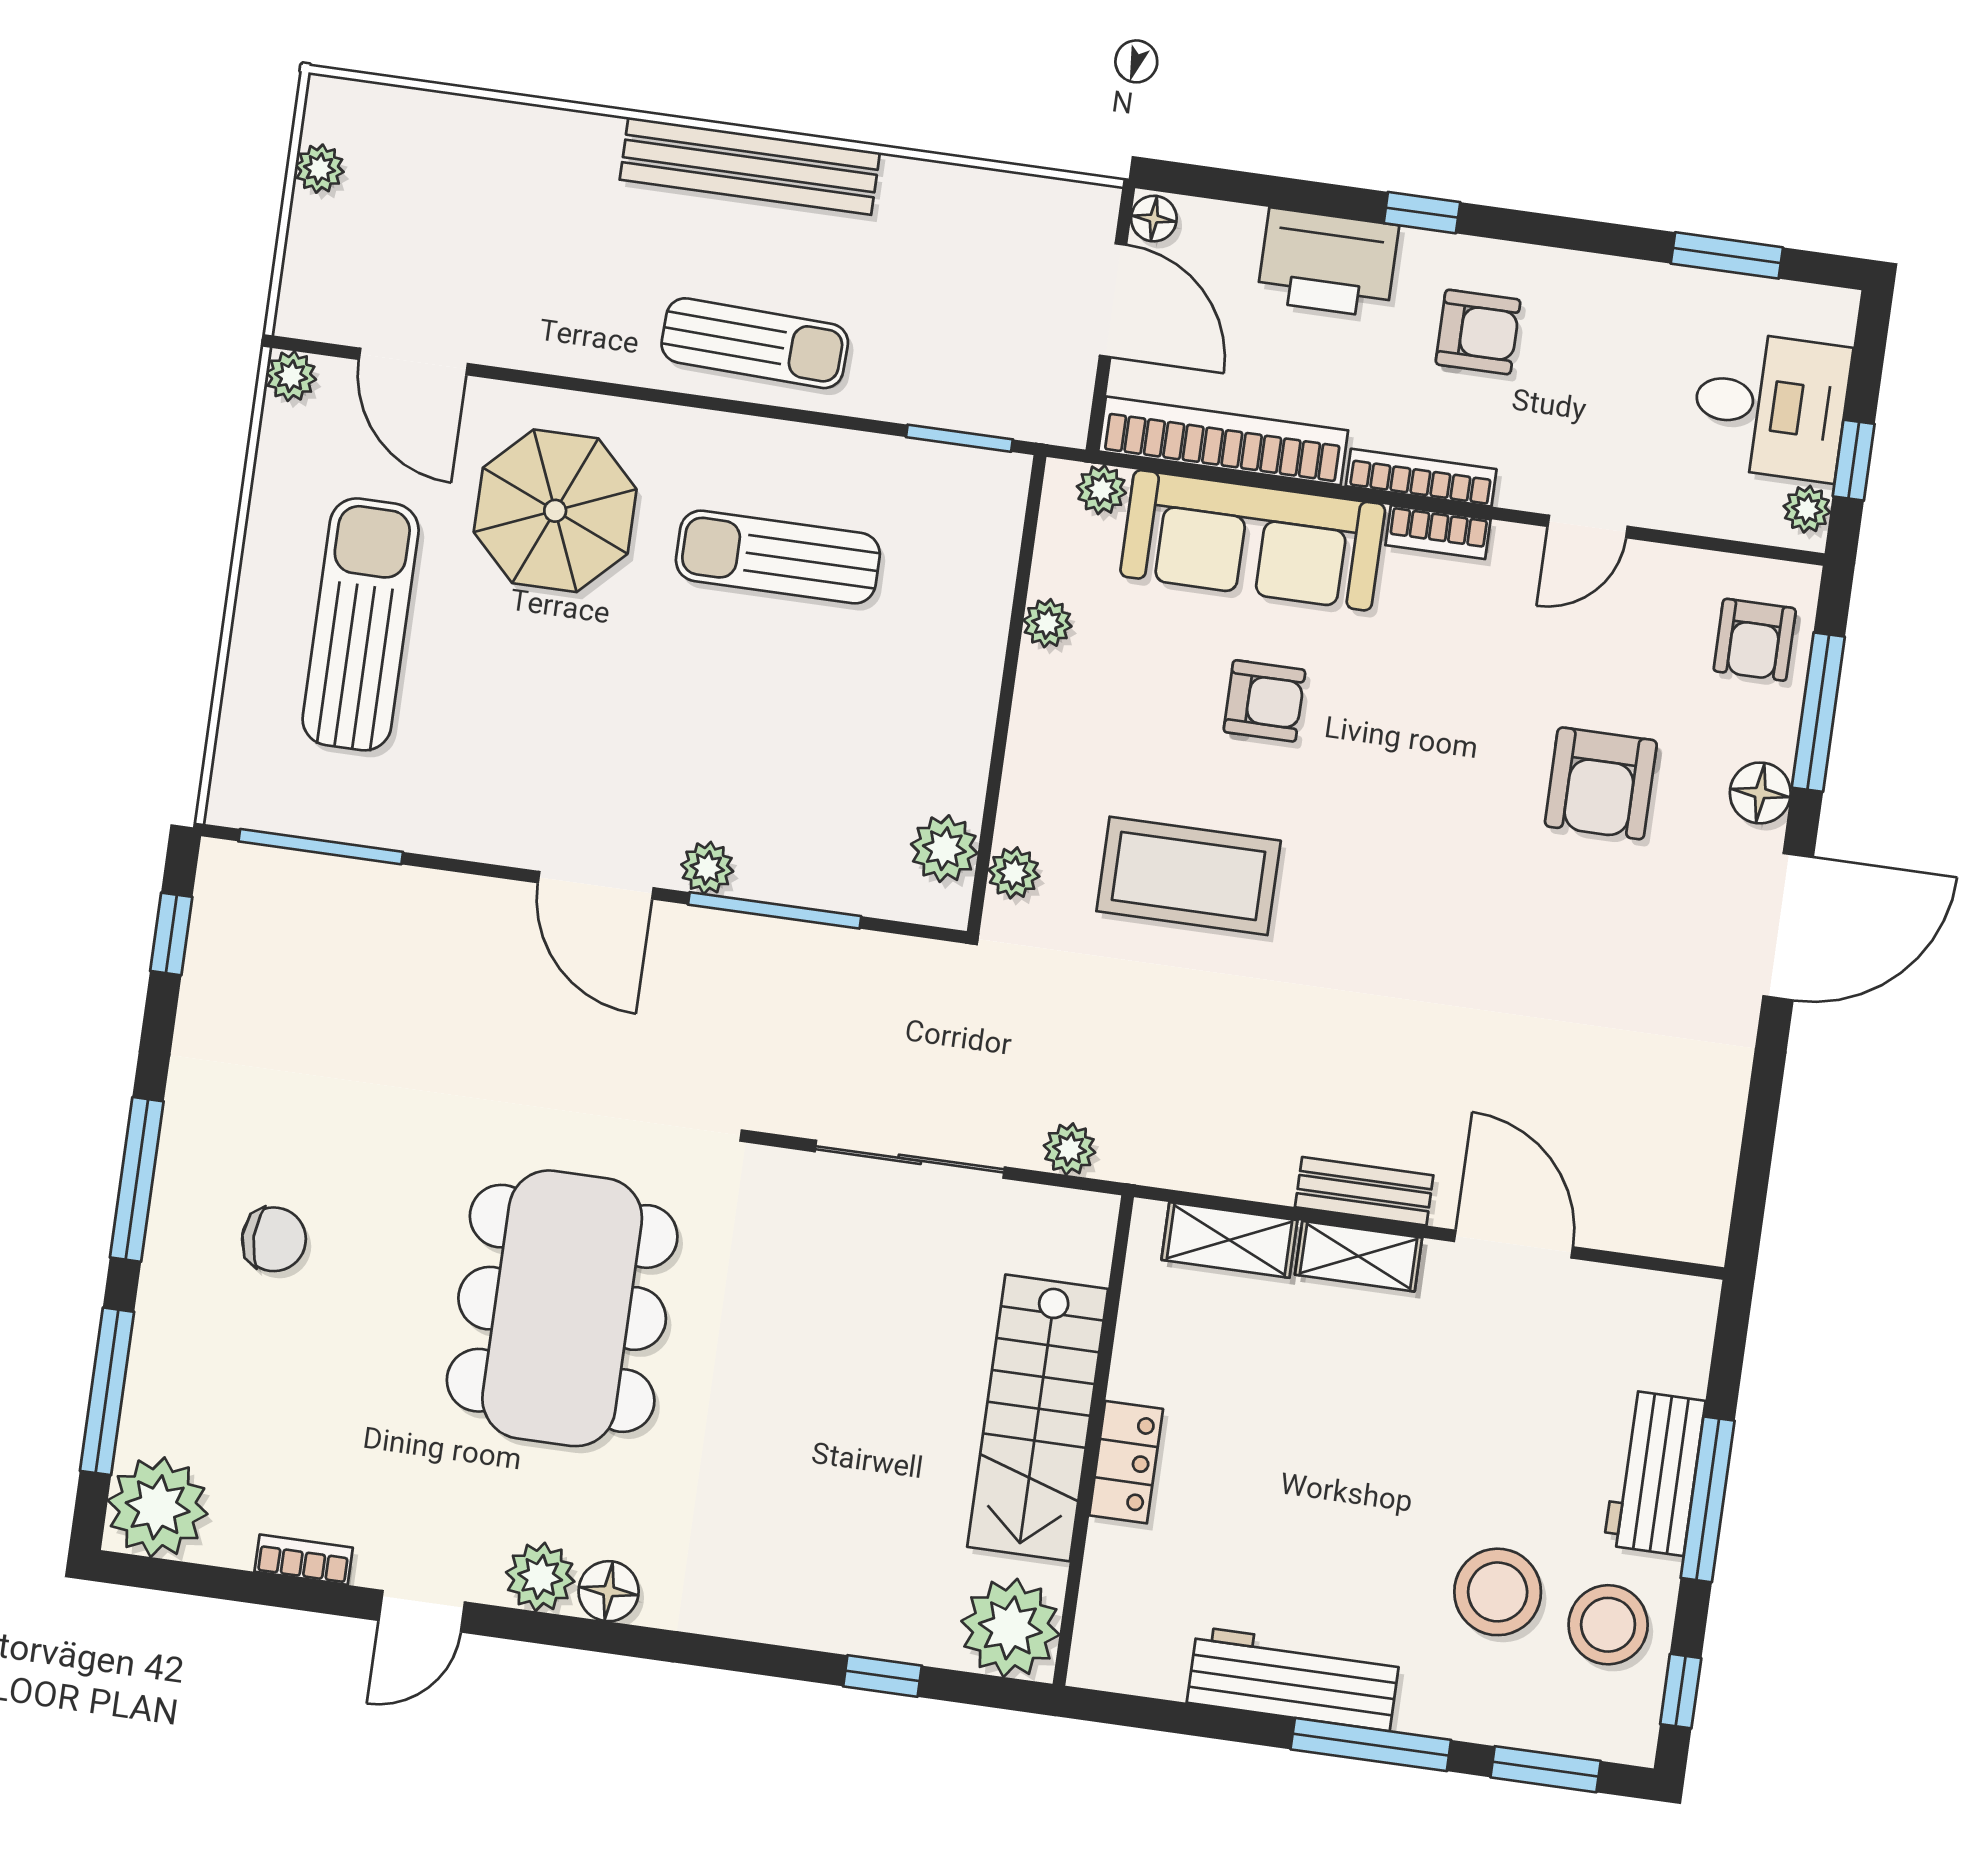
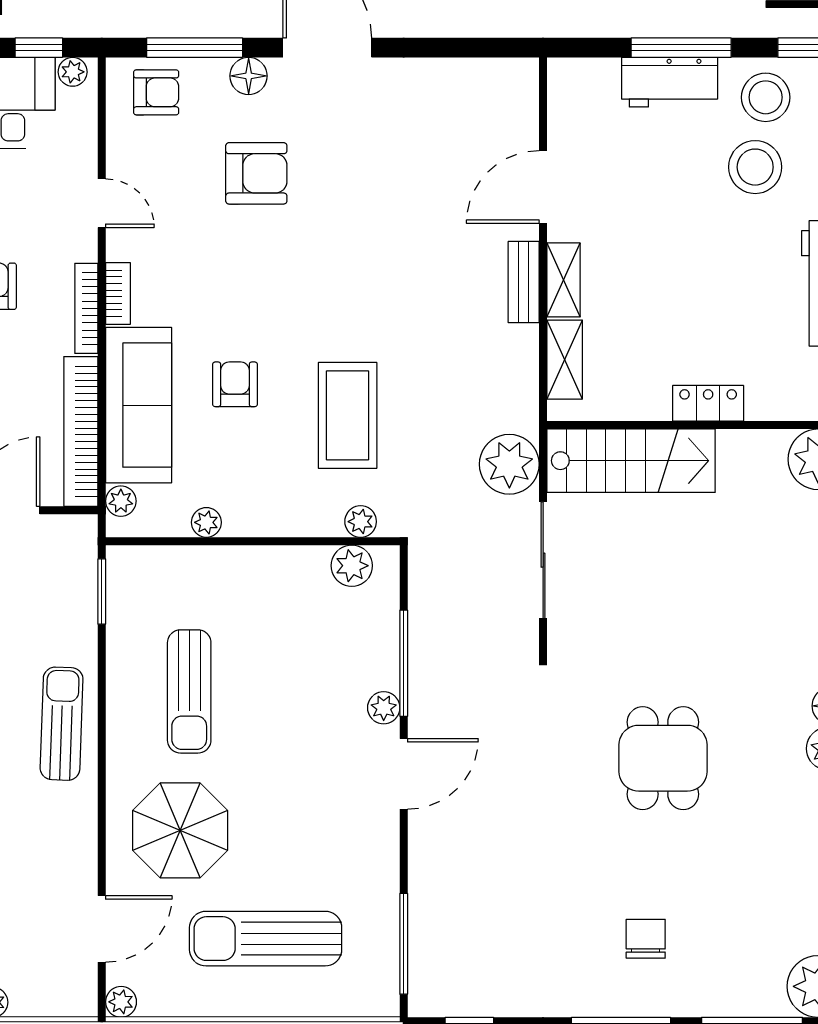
plant: (1070, 1149) -> (509, 464), width x1.88, depth x1.88
dining table: (562, 1308) -> (663, 758), width x0.53, depth x0.80
stairs: (1038, 1418) -> (631, 461), moved

